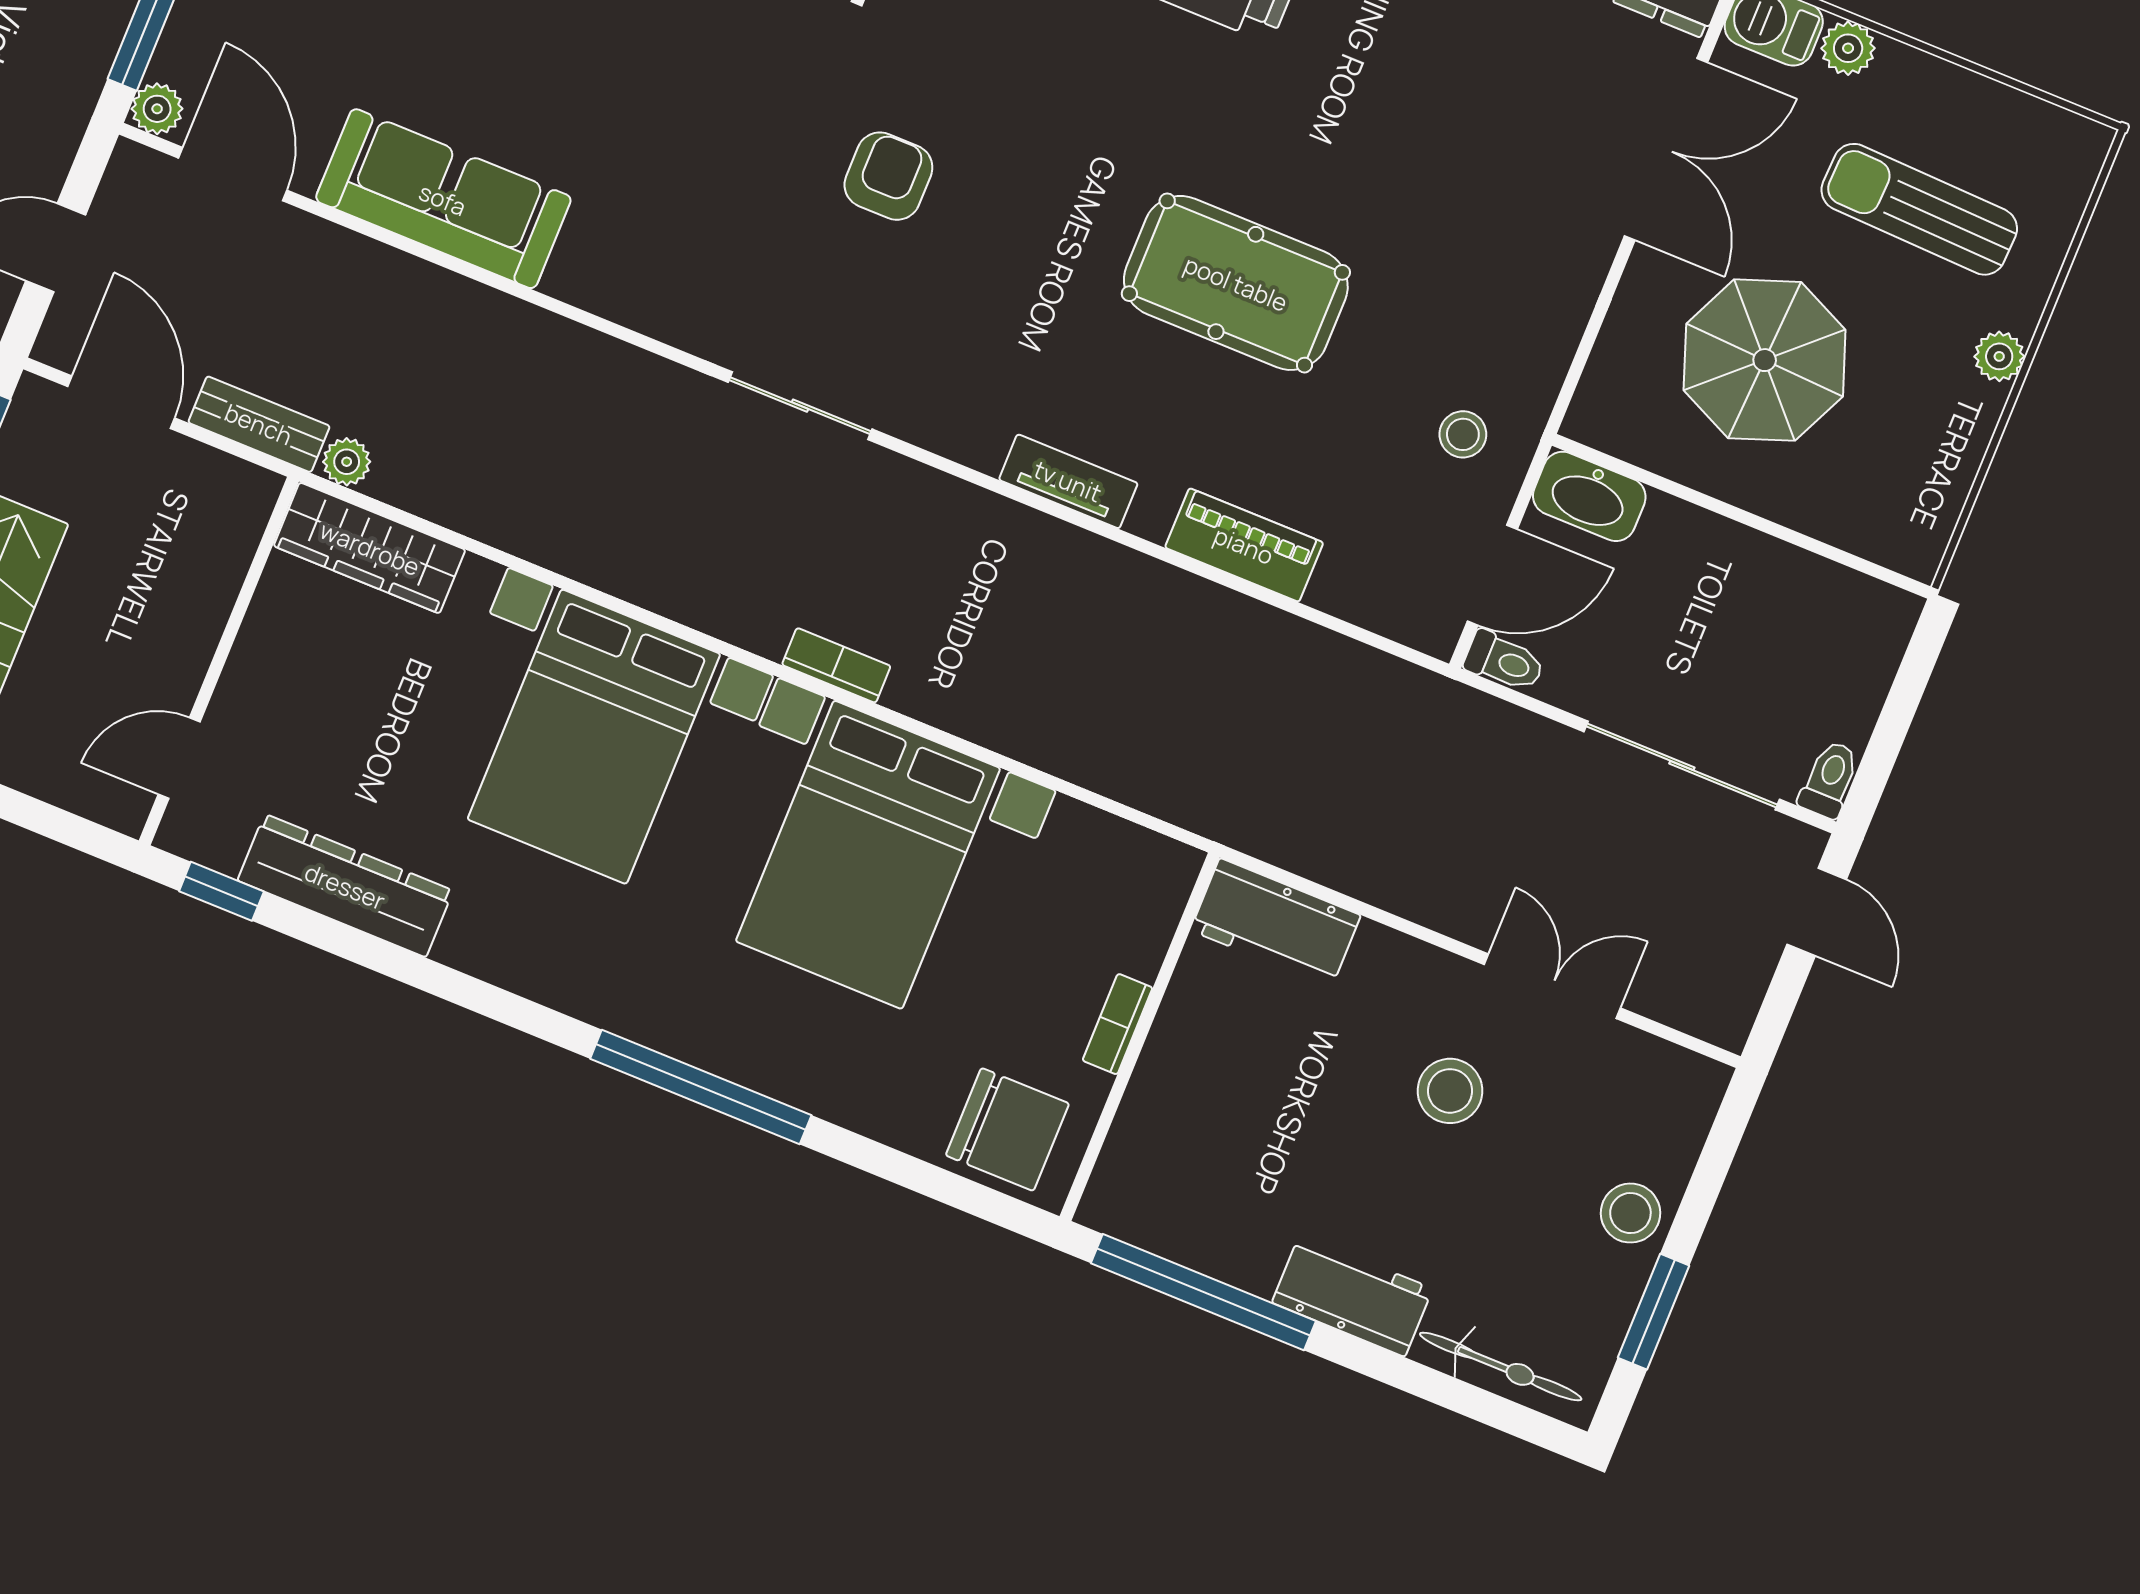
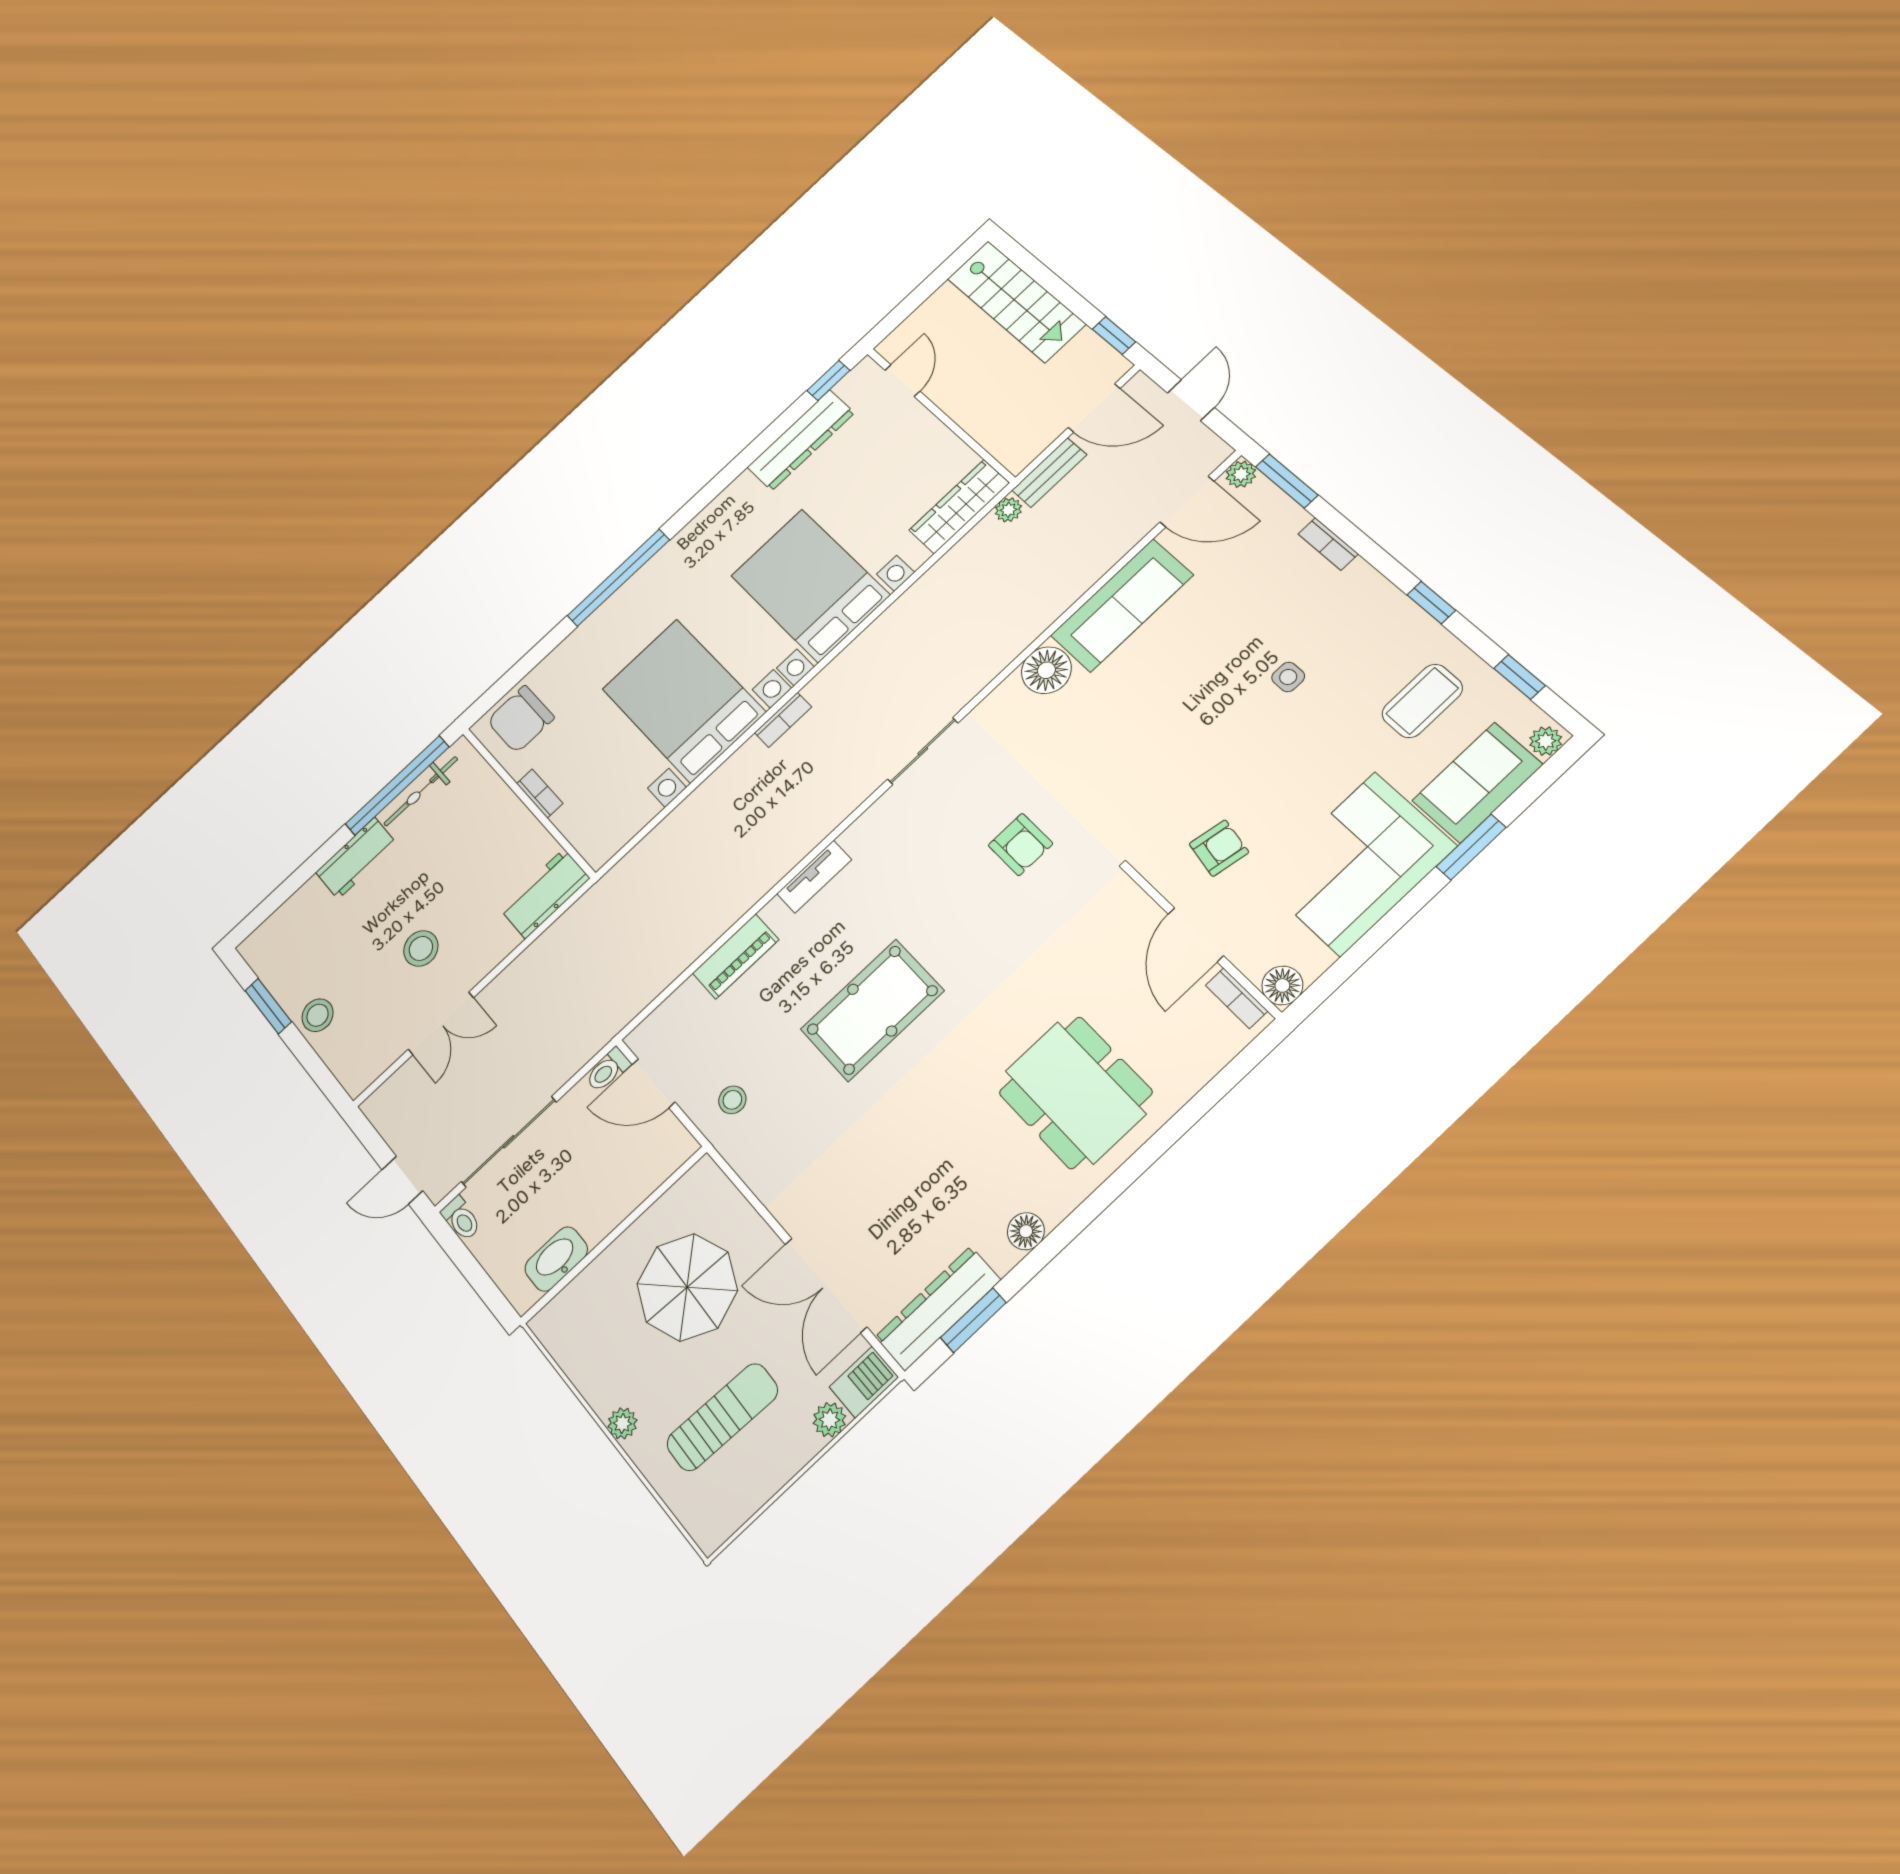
floor lamp: (594, 269) -> (1046, 670), added
washbasin: (1589, 496) -> (556, 1259), moved
door: (1492, 575) -> (654, 1083), hinge flipped
bicycle: (1501, 1366) -> (421, 791), moved

